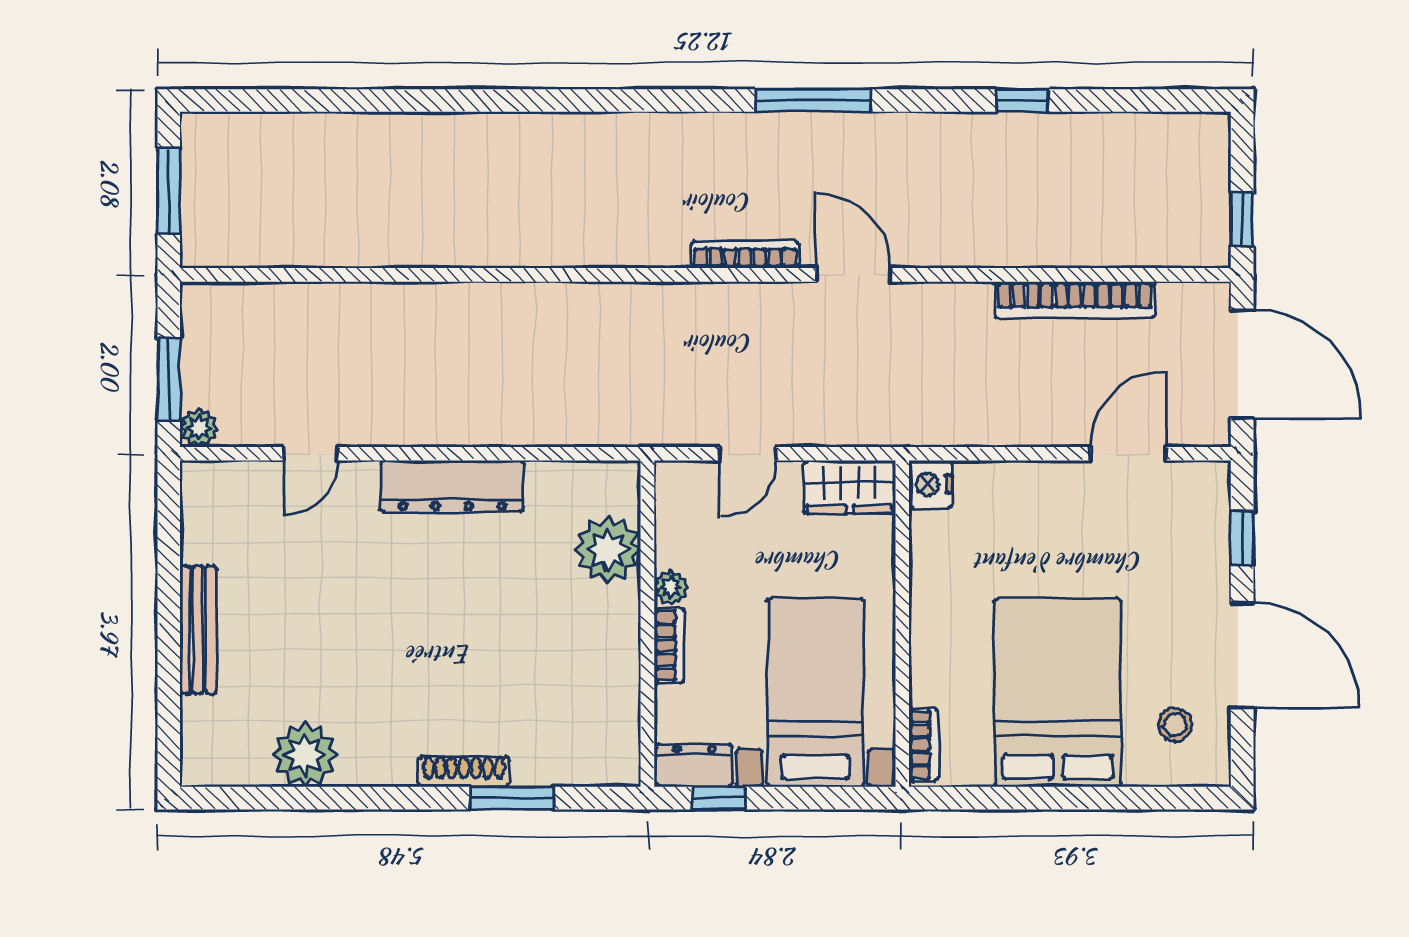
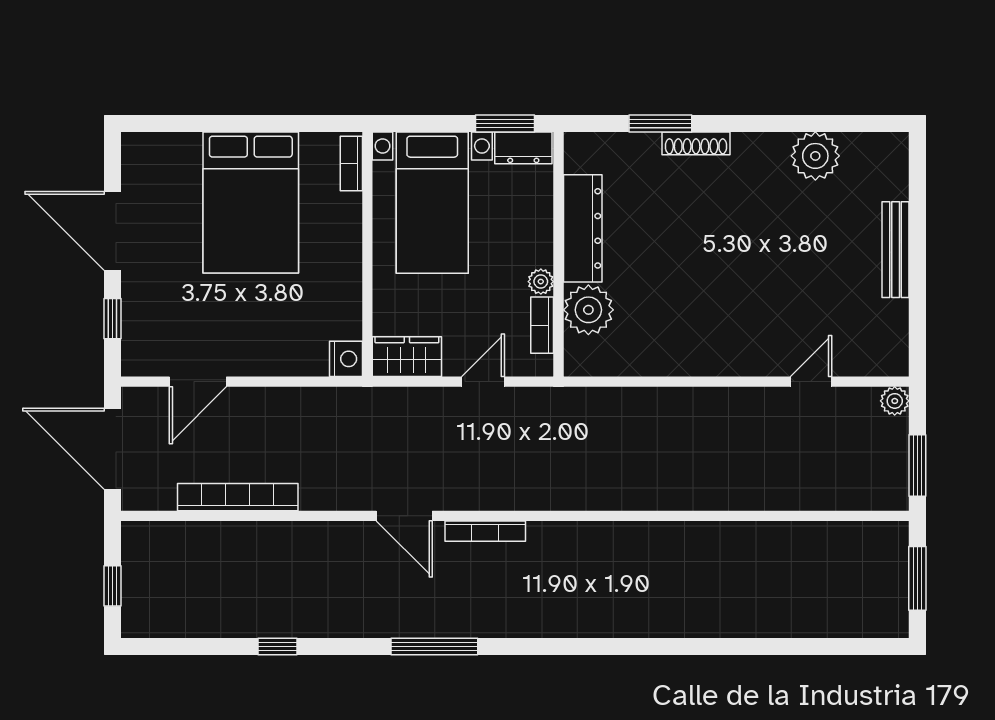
window: (1242, 220) -> (112, 586), moved
window: (169, 379) -> (917, 466), moved
dresser: (452, 486) -> (583, 228), moved, turned 90
bookcase: (669, 646) -> (542, 325), moved
stool: (1175, 725) -> (163, 178), removed
window: (719, 798) -> (505, 123), width x1.50

